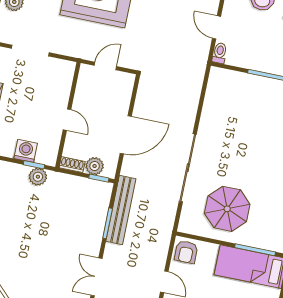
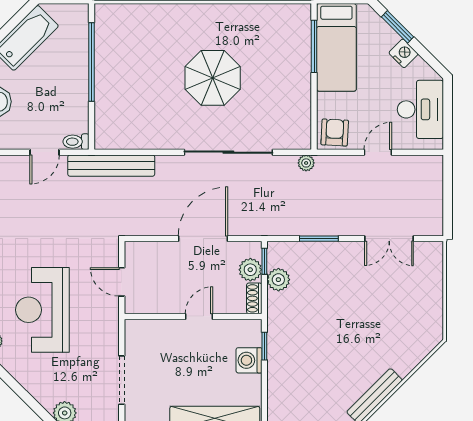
door: (126, 135) -> (203, 239), hinge flipped
plant: (38, 177) -> (278, 280), moved
parasol: (227, 209) -> (213, 78), moved
bench: (121, 210) -> (111, 166), moved
plant: (167, 225) -> (306, 163), added
armchair: (186, 252) -> (335, 132), turned -87

